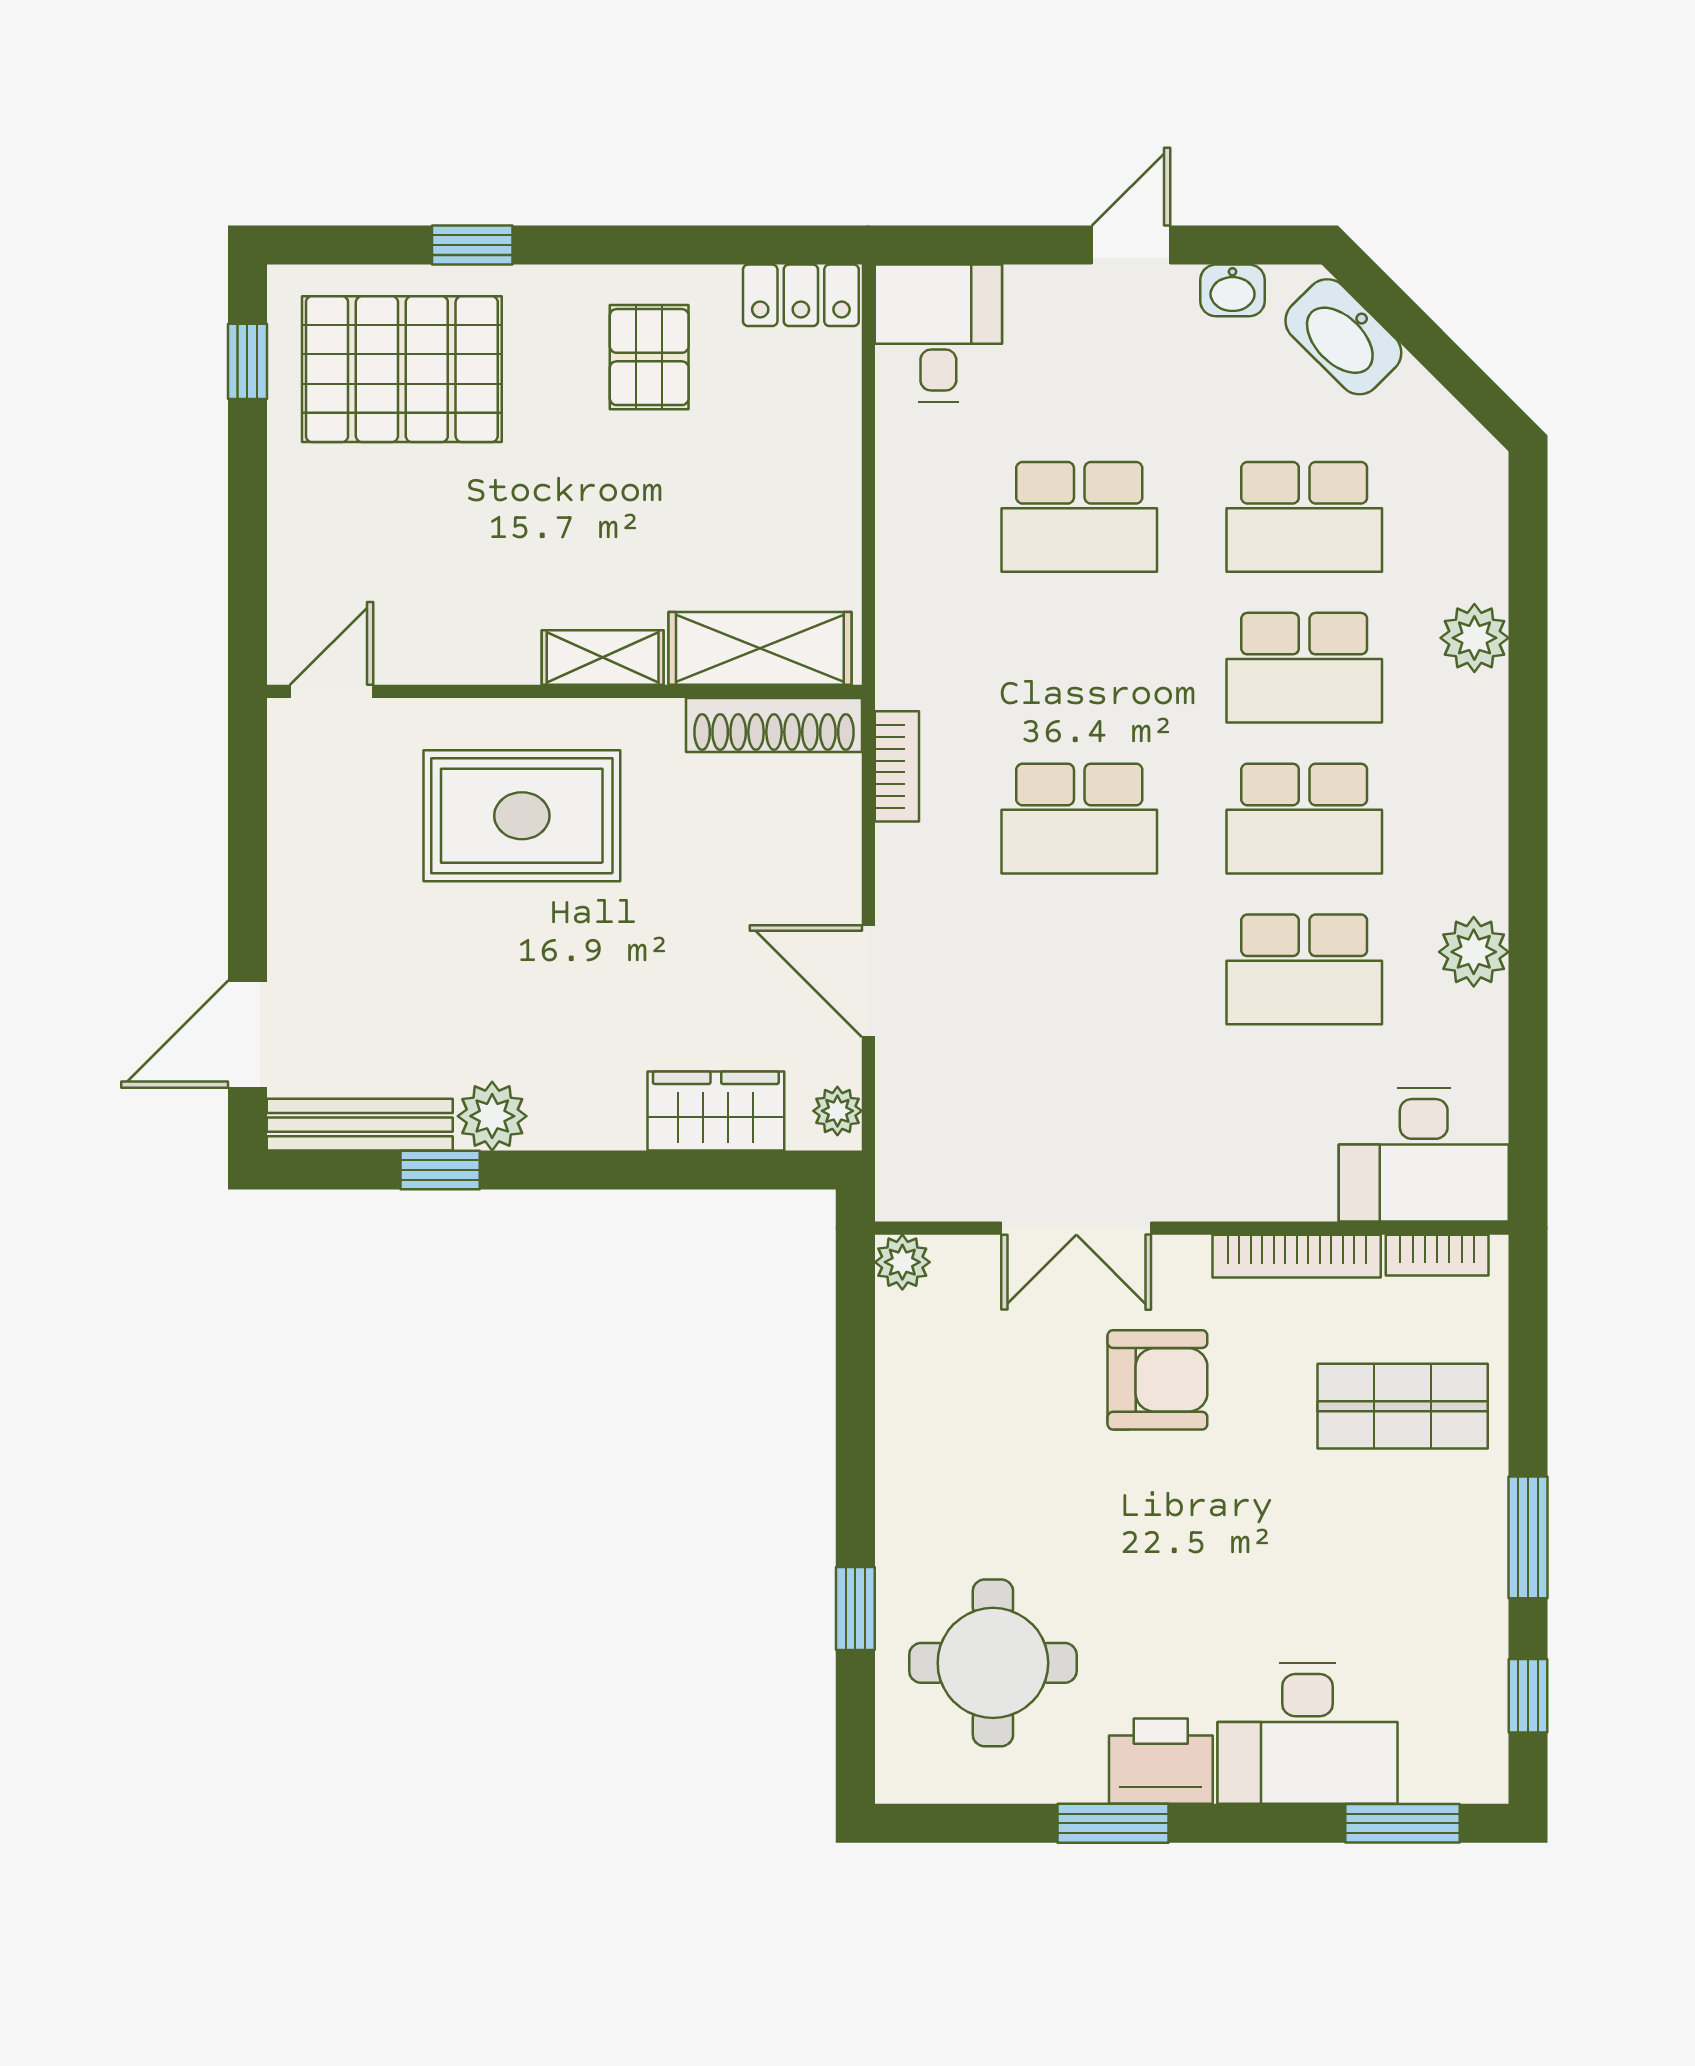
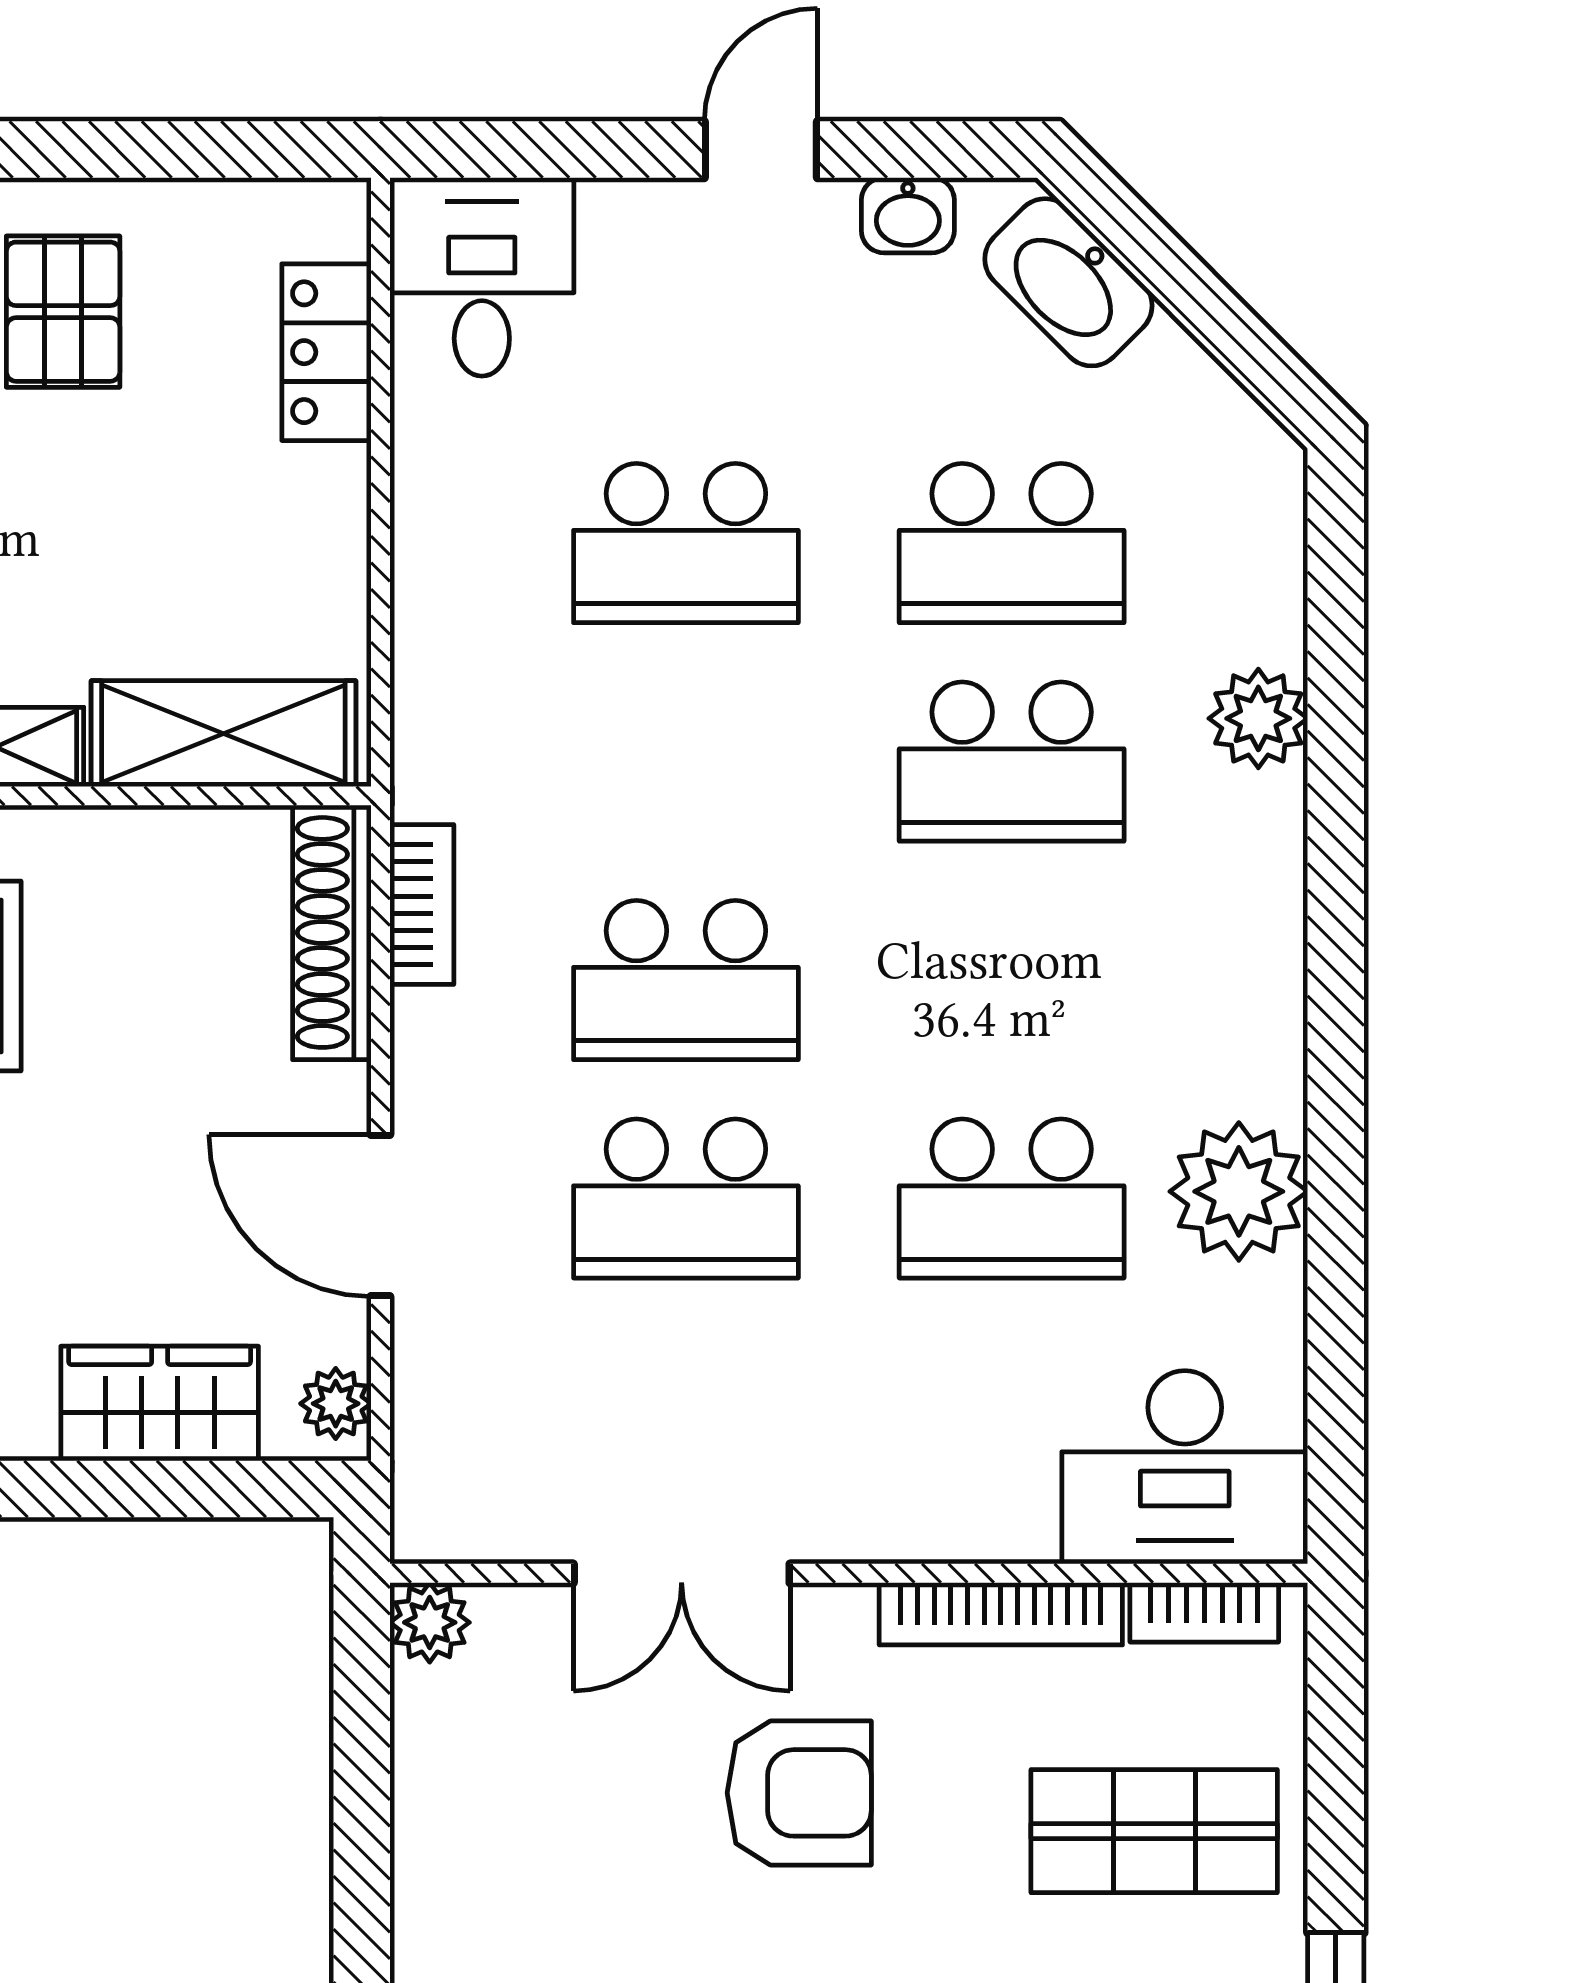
locker: (801, 295) -> (326, 352), moved, turned 90
shoe rack: (774, 725) -> (332, 932), moved, turned 90
school desk: (1304, 819) -> (686, 1199), moved
plant: (1474, 952) -> (1239, 1191), width x1.36, depth x1.36

